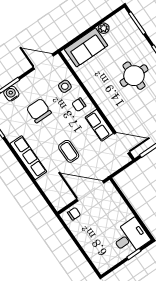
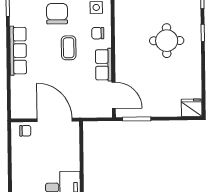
coffee table: (69, 151) -> (69, 48), moved

